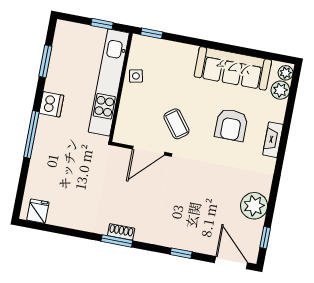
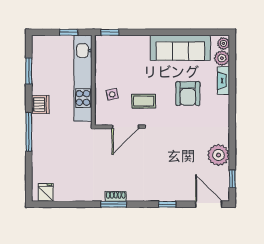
side table: (136, 76) -> (112, 94), moved
coffee table: (176, 124) -> (144, 101), turned -53
fireplace: (273, 140) -> (223, 81), moved

